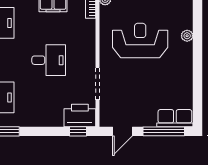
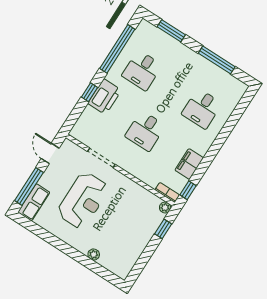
reception desk: (140, 41) -> (83, 200), moved
printer: (80, 116) -> (105, 97), moved
window: (78, 131) -> (89, 92), moved

